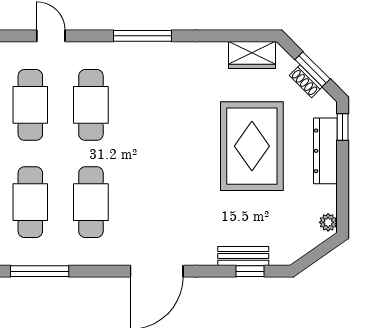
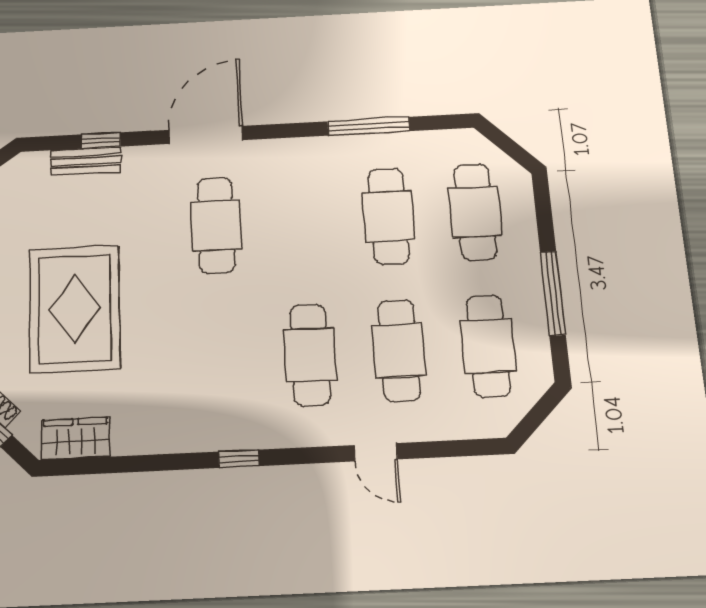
window: (142, 36) -> (239, 459), width x0.46
cafe table: (91, 202) -> (216, 225), moved
window: (250, 271) -> (101, 140), moved

